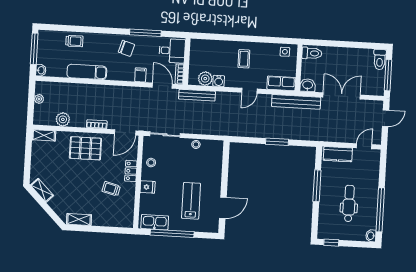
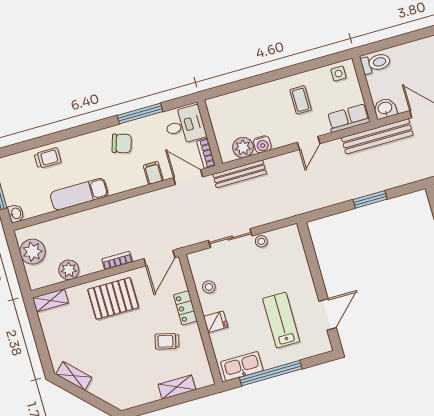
coffee table: (244, 59) -> (301, 100), moved
plant: (39, 99) -> (33, 252), width x1.88, depth x1.88
sliding door: (165, 135) -> (230, 238), moved
shelving: (79, 219) -> (177, 387), moved

